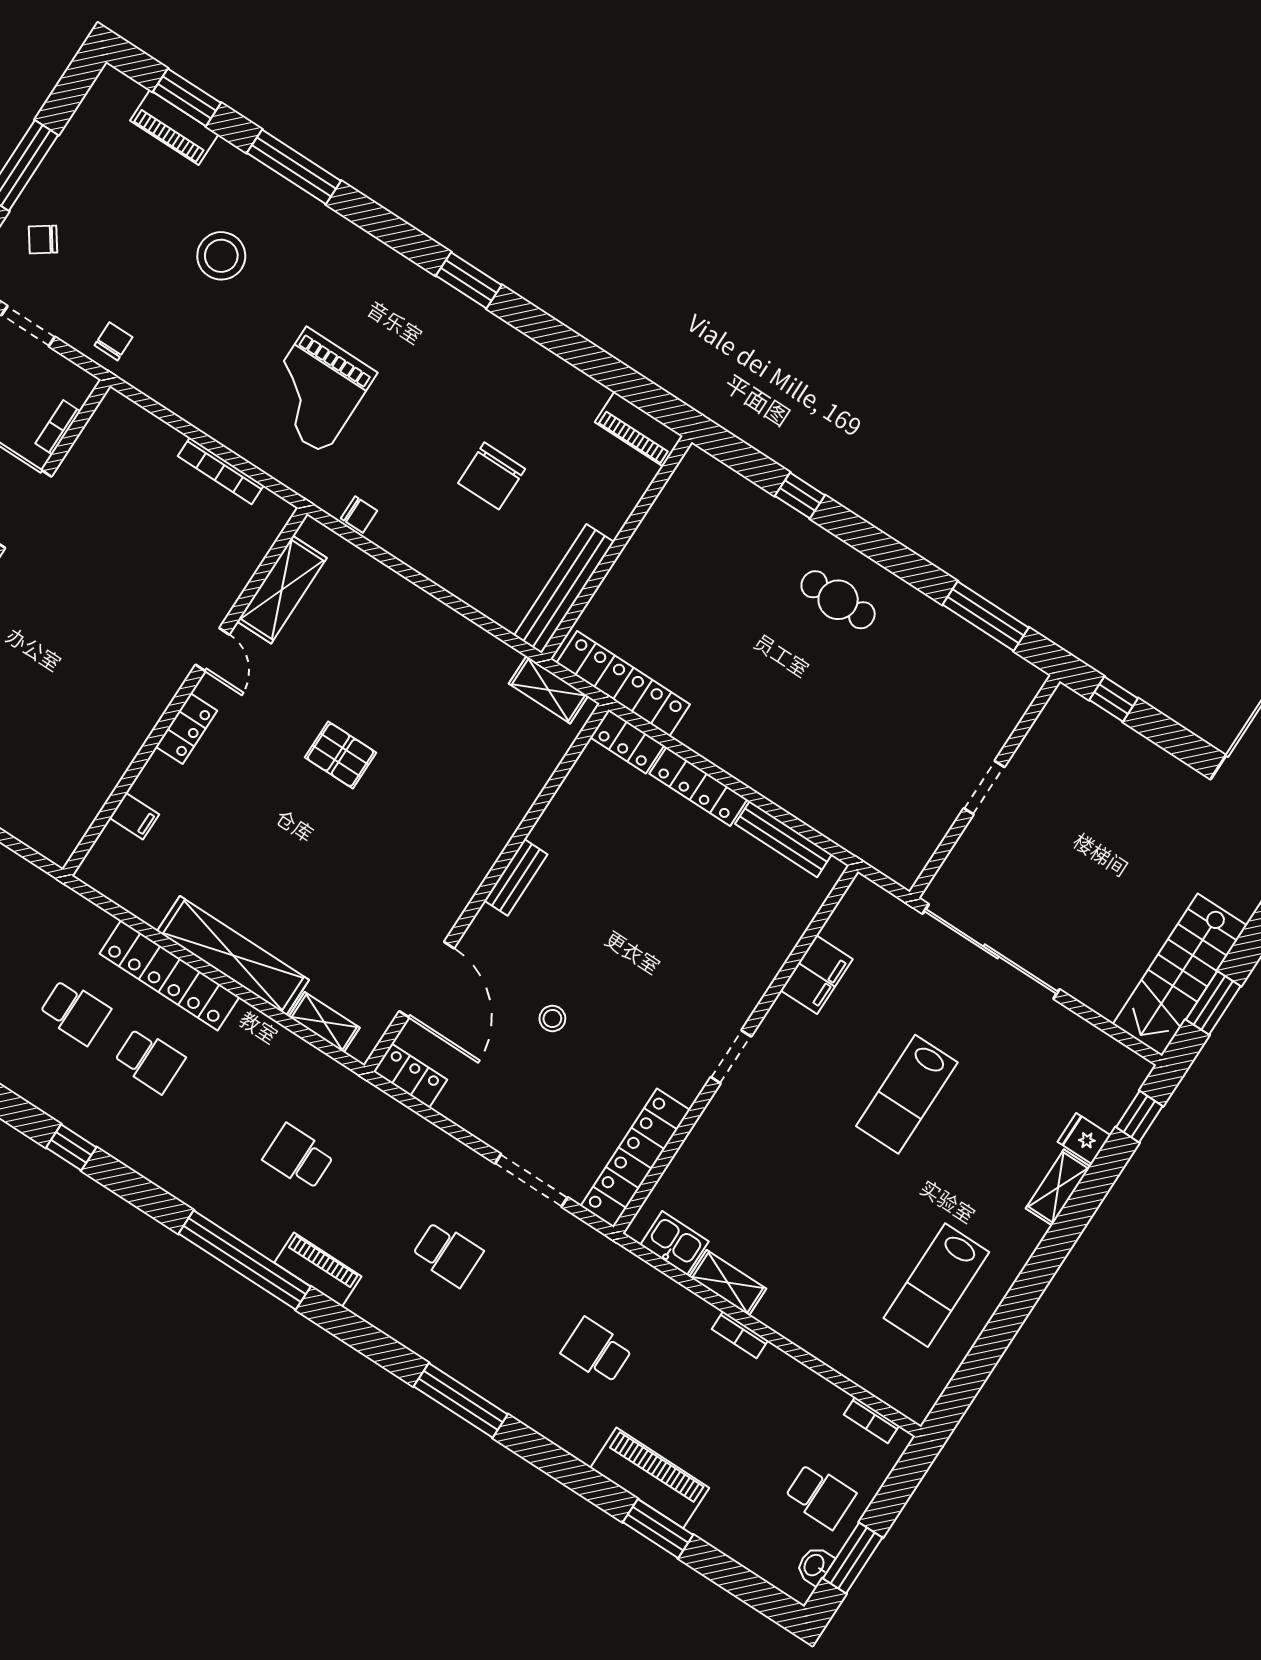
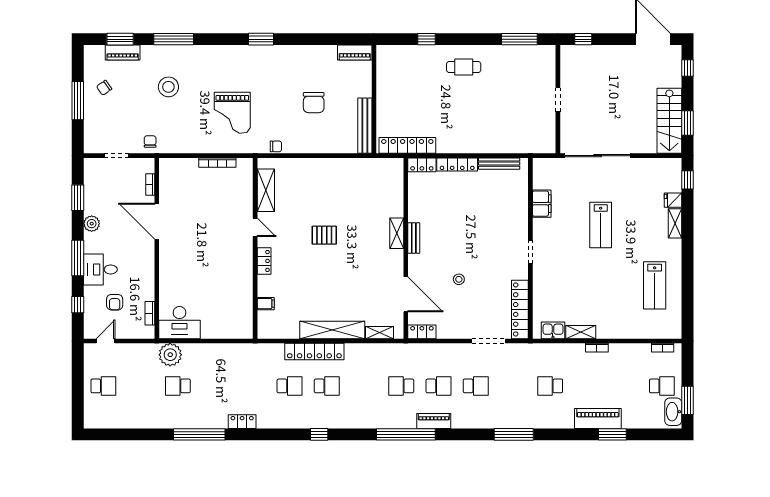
chair: (43, 239) -> (104, 88), moved
shelving: (548, 690) -> (397, 233), moved, turned 90
school desk: (373, 1205) -> (438, 386), added
washbasin: (815, 1566) -> (673, 412), width x1.91, depth x1.45

